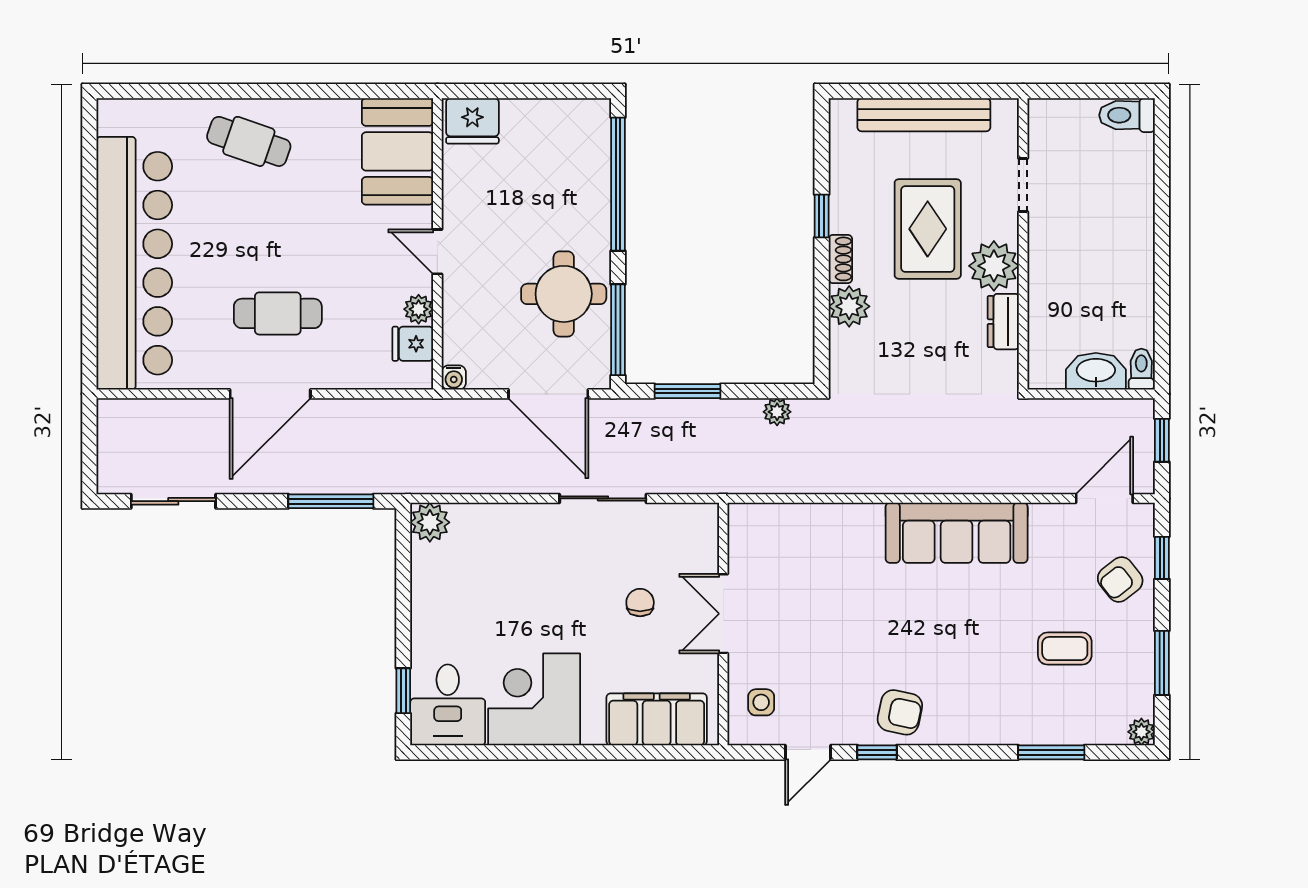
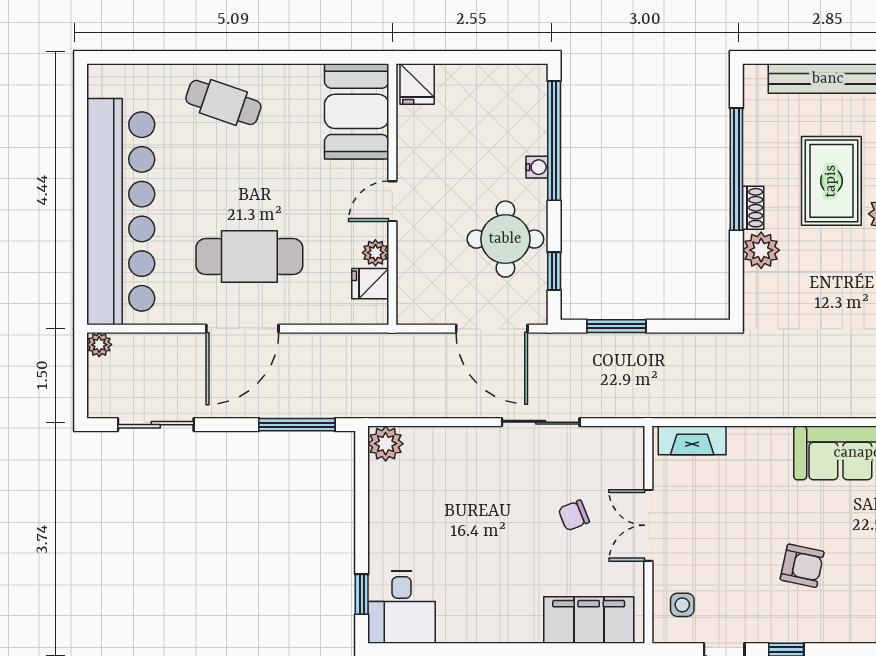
fridge: (472, 121) -> (417, 84), width x0.72
window: (822, 216) -> (736, 169), width x3.17
door: (437, 252) -> (392, 201), hinge flipped
cafe table: (278, 313) -> (249, 257), width x1.37, depth x1.35
window: (618, 330) -> (554, 271), width x0.46
water cooler: (454, 377) -> (537, 167), moved, turned -90
plant: (777, 412) -> (99, 345), moved
fireplace: (772, 519) -> (692, 440), added
chair: (640, 603) -> (574, 515), turned -112
corner desk: (534, 699) -> (479, 602), removed
armchair: (900, 712) -> (802, 566), moved

